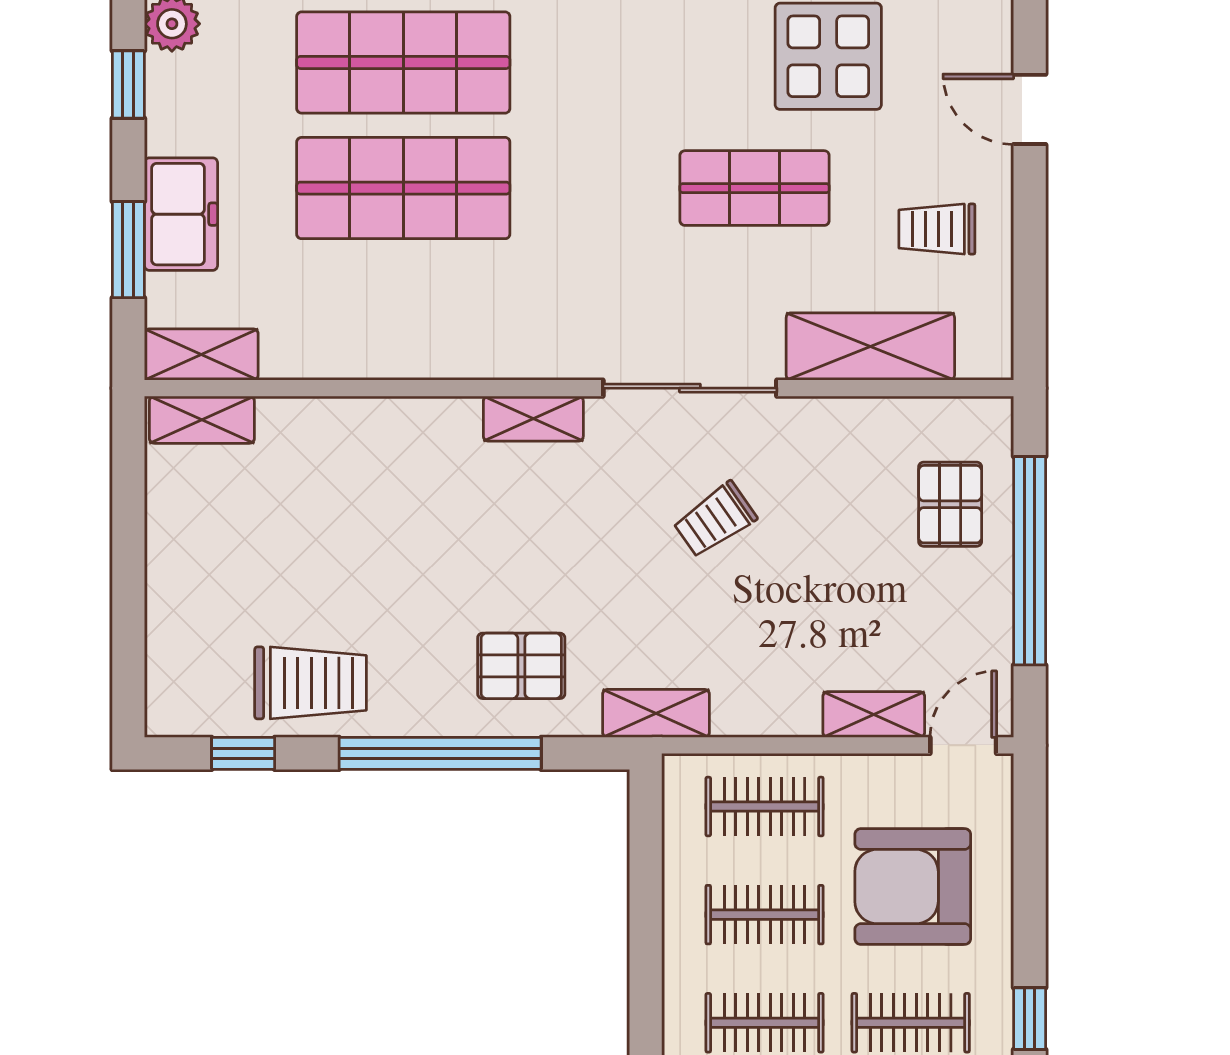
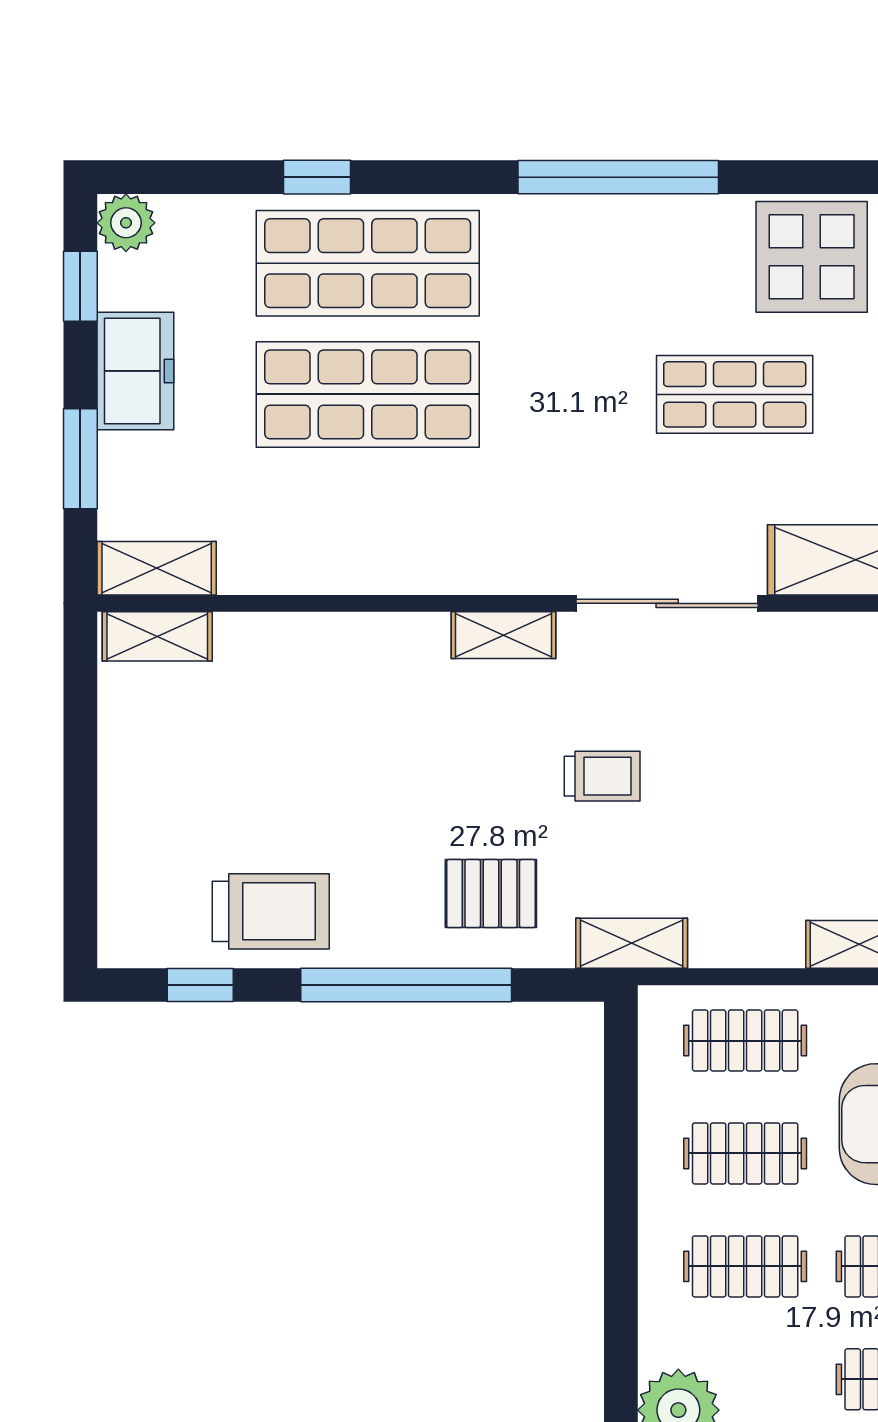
freezer: (181, 214) -> (135, 371), moved
trolley: (715, 520) -> (602, 776), moved, turned -145

